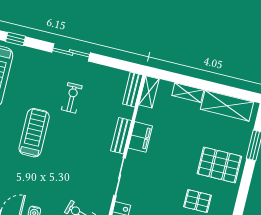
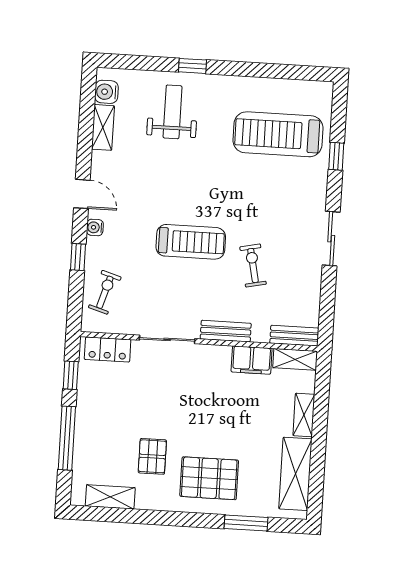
exercise bike: (72, 98) -> (253, 265), moved, turned -102
treadmill: (34, 133) -> (191, 242), moved
filing cabinet: (140, 137) -> (252, 360), moved
pallet: (219, 165) -> (209, 478), turned 90

